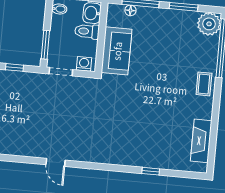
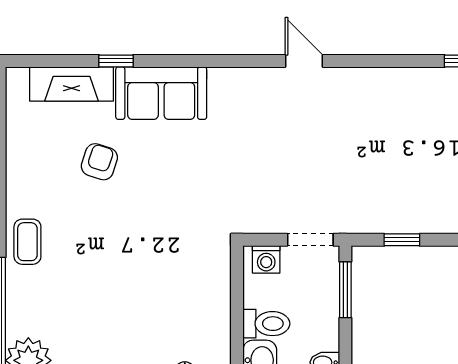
sofa: (117, 51) -> (161, 93), moved, turned -90
armchair: (164, 121) -> (99, 162), added
fireplace: (201, 141) -> (72, 84), moved, turned 90

